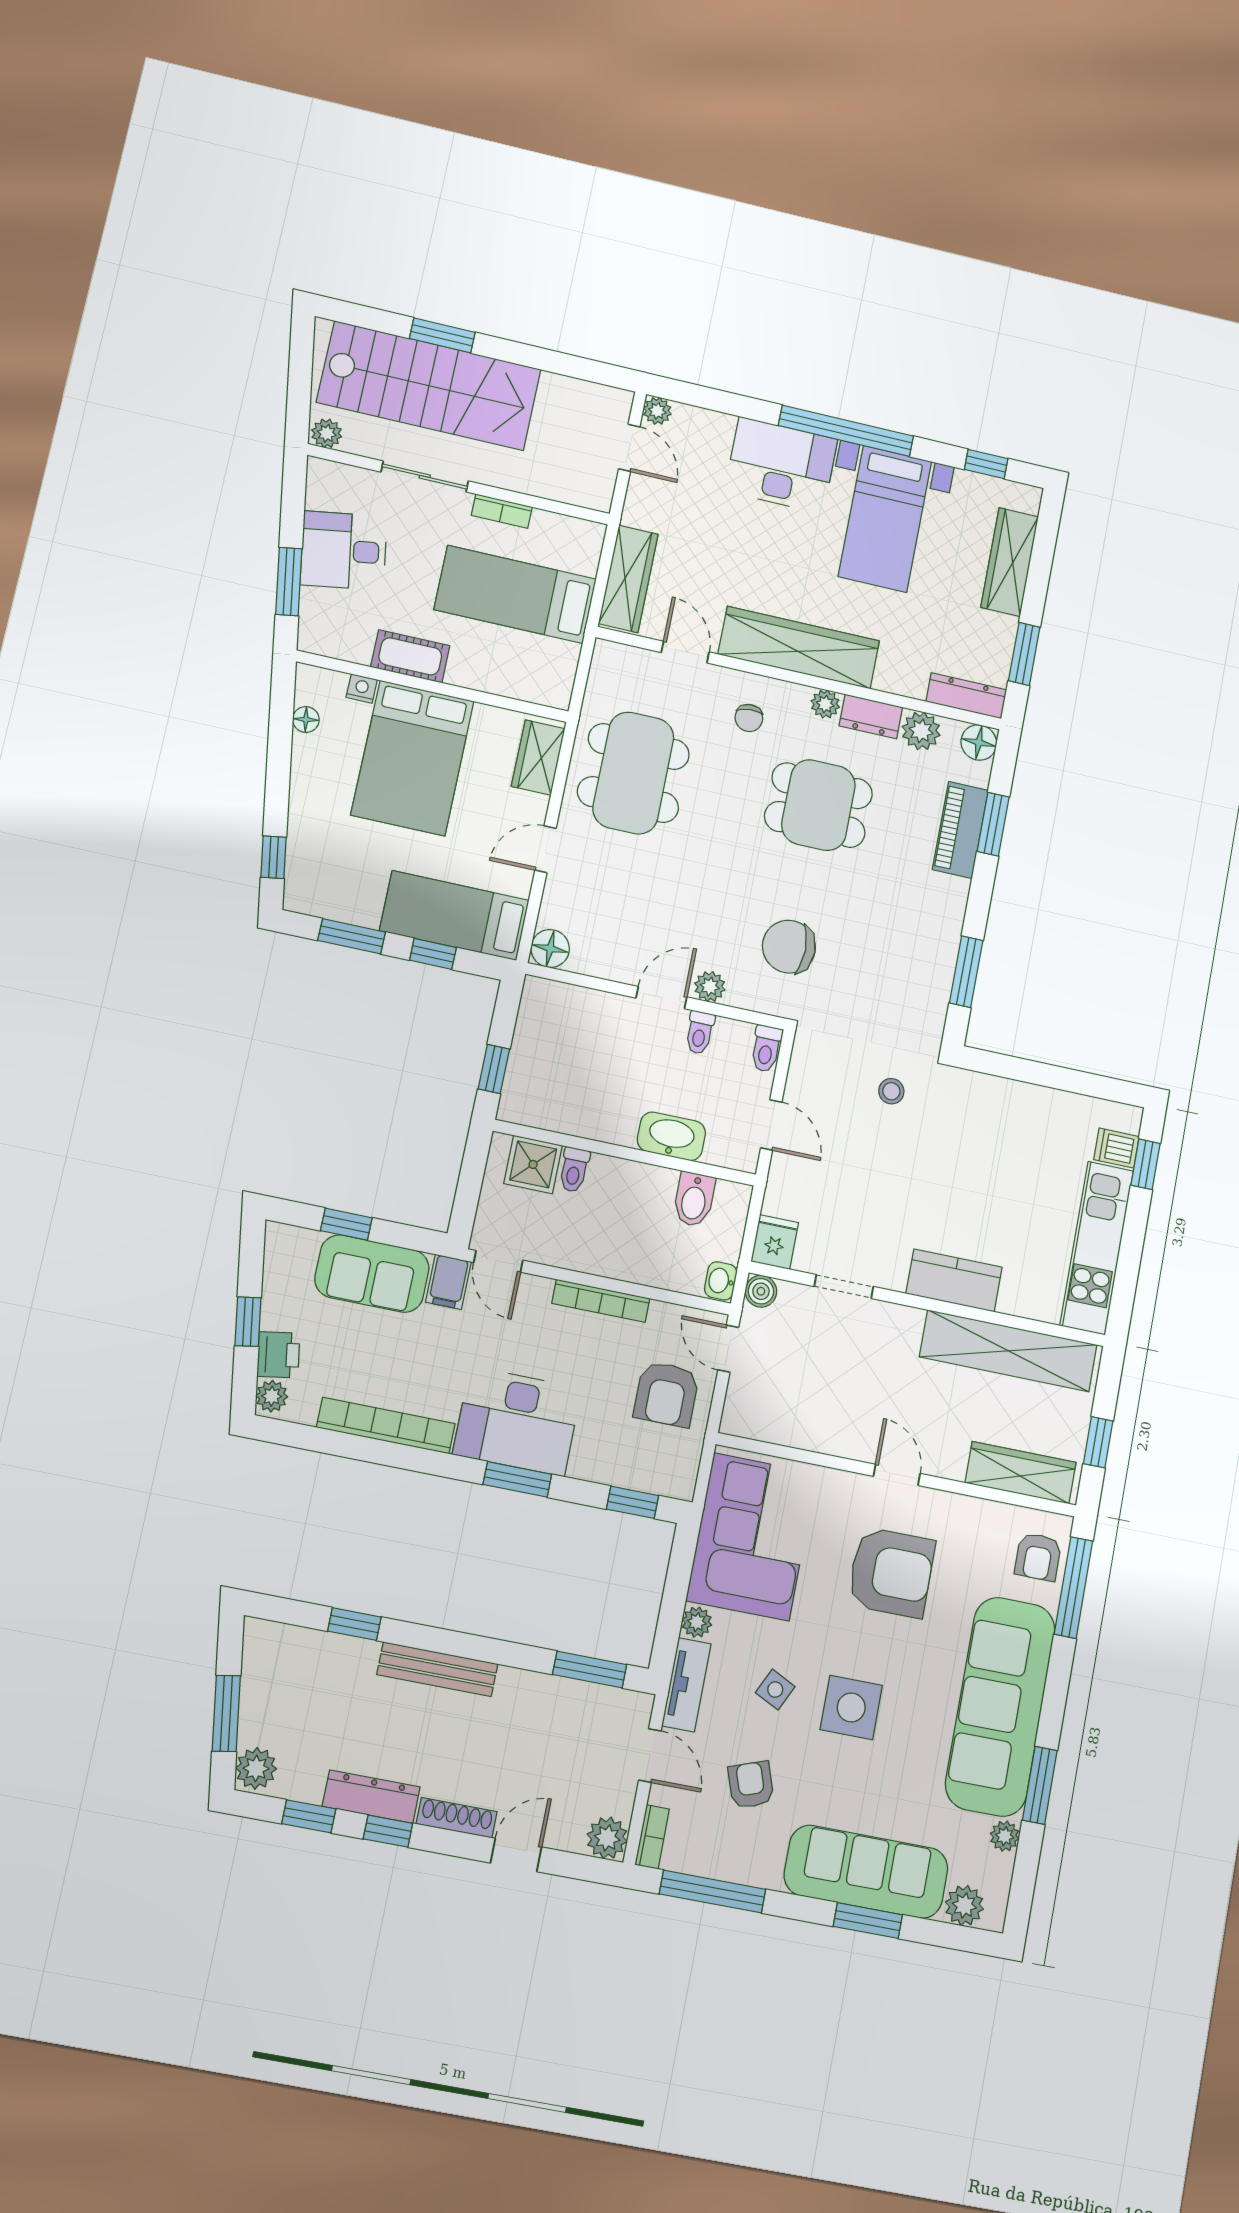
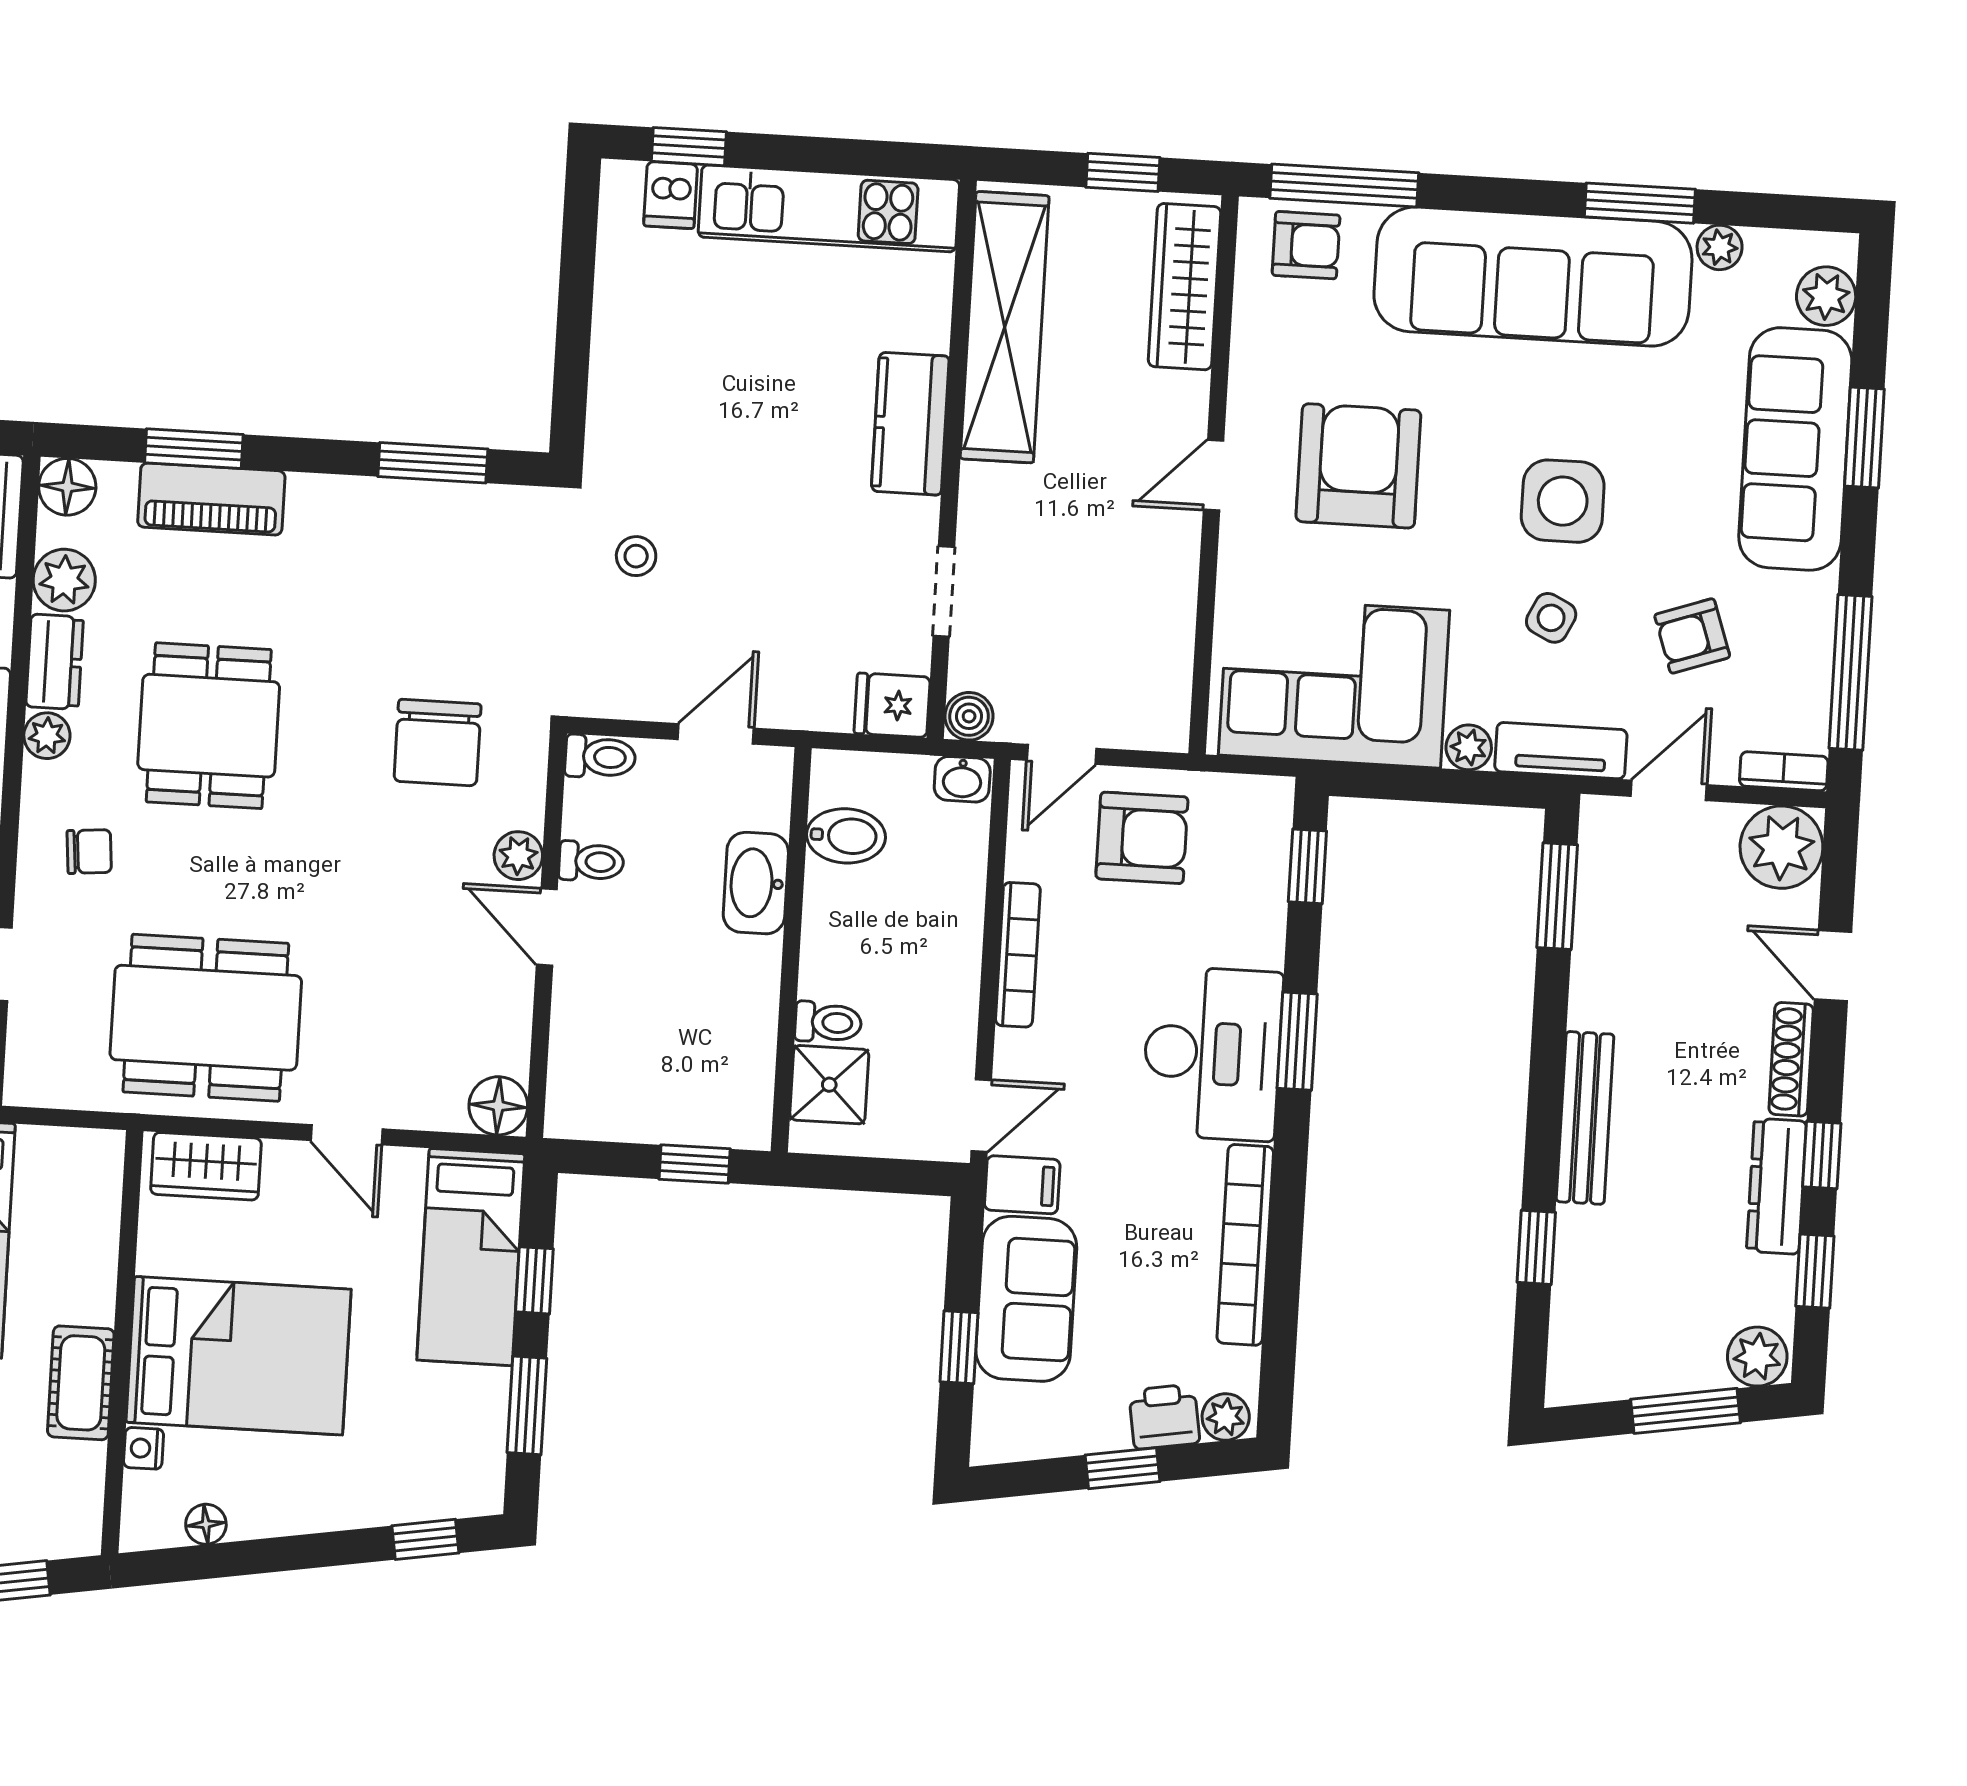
plant: (607, 1838) -> (1781, 847), width x1.36, depth x1.36

